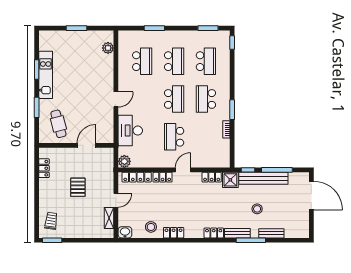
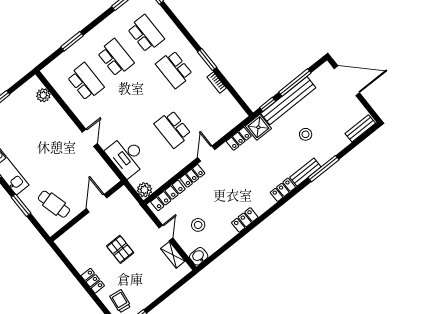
school desk: (174, 99) -> (144, 93), removed
locker: (44, 168) -> (93, 281), moved
stool: (151, 227) -> (198, 225), moved
bench: (271, 233) -> (360, 128), moved

